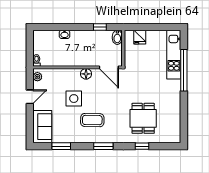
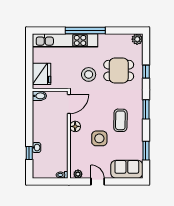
window: (100, 27) -> (29, 153), moved
fridge: (140, 37) -> (42, 74), width x1.88, depth x1.34
kitchen unit: (174, 55) -> (65, 40), width x1.36
window: (184, 70) -> (85, 31), moved
stool: (139, 88) -> (89, 74), added
plant: (175, 137) -> (137, 39), added

